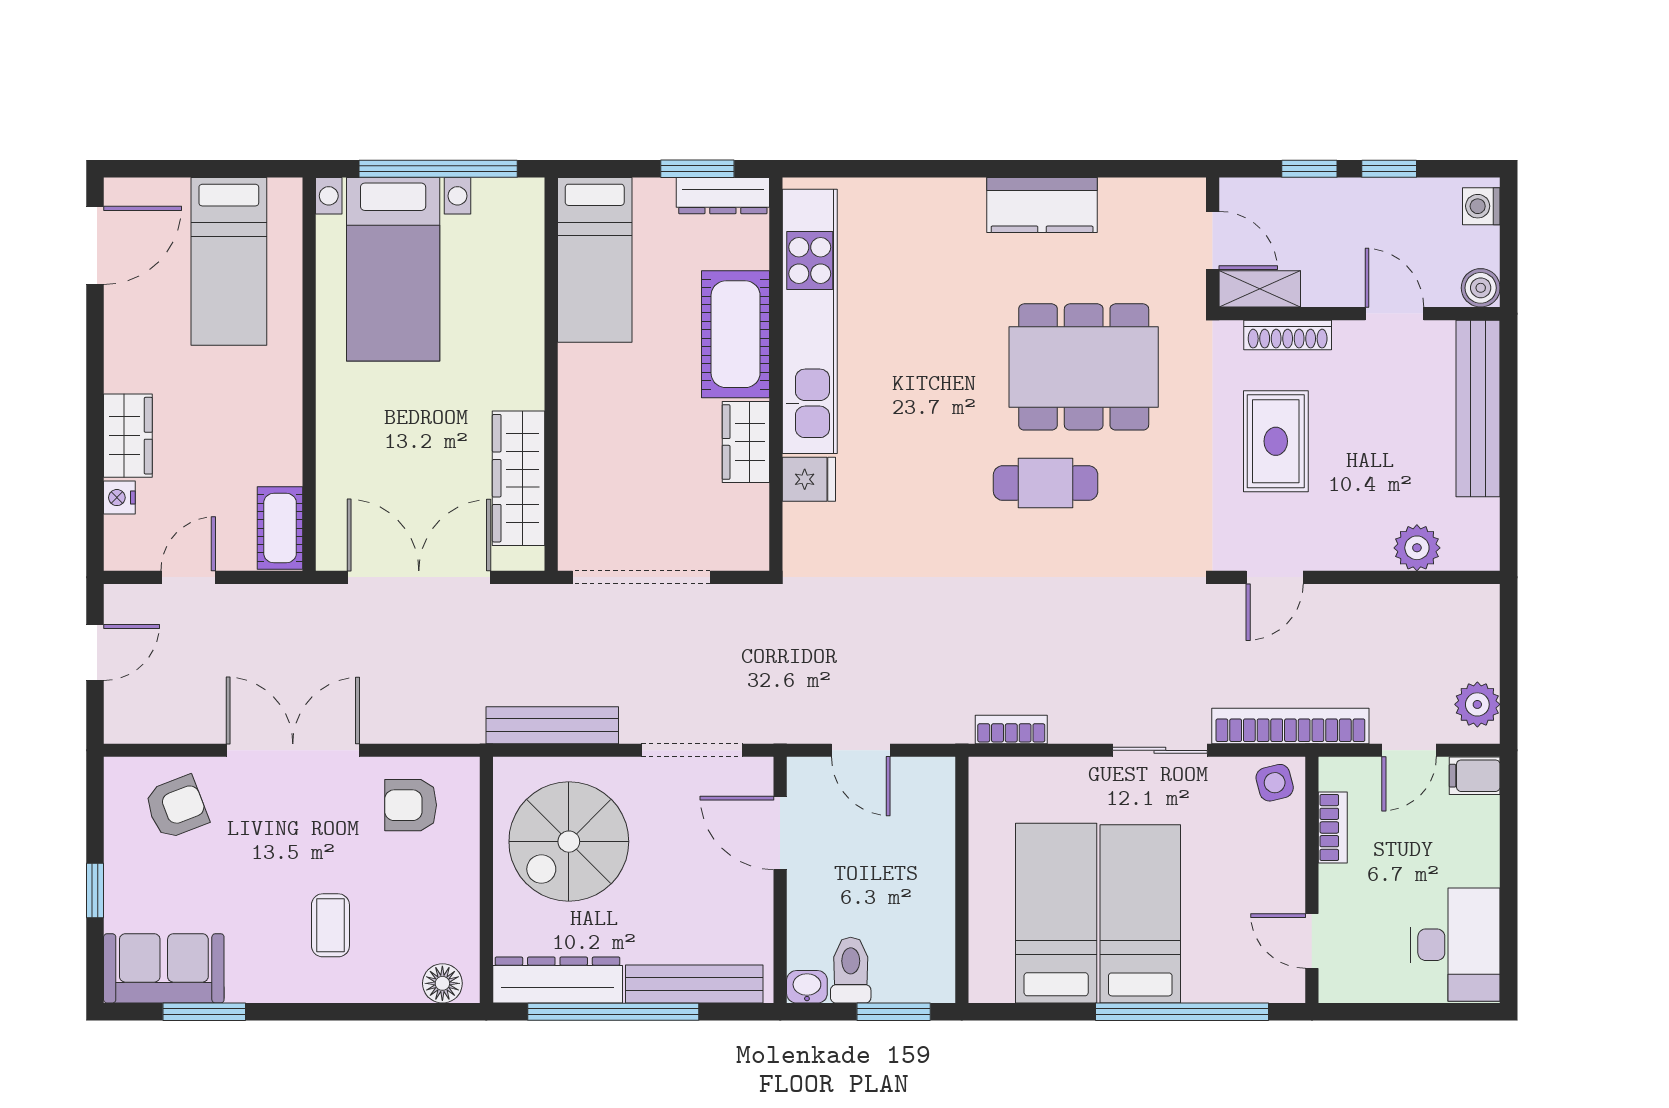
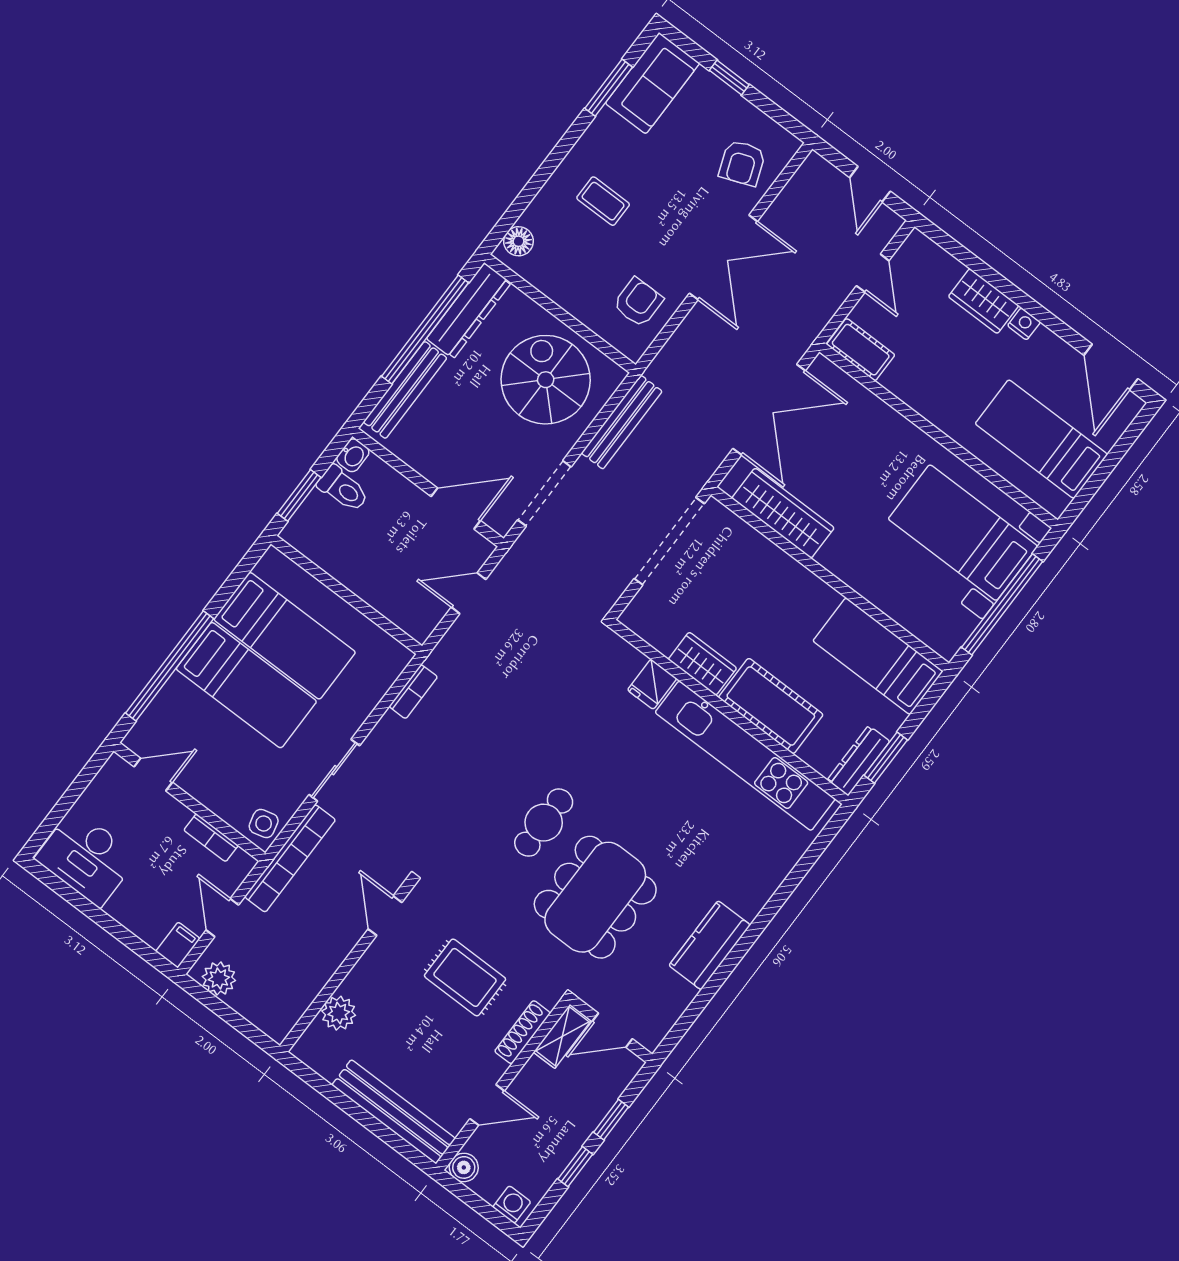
nightstand: (119, 498) -> (1024, 324), moved

